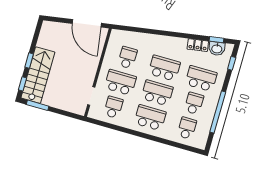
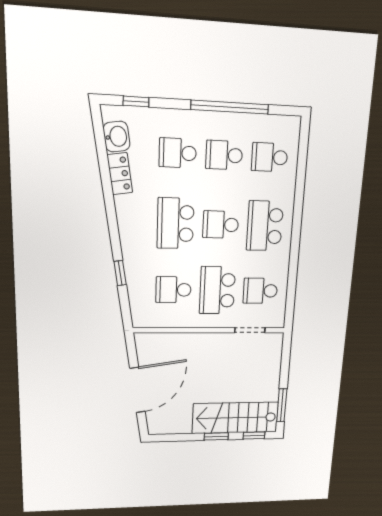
door: (87, 23) -> (138, 390), moved
window: (216, 40) -> (120, 273), moved
school desk: (201, 79) -> (178, 153), width x0.54
school desk: (157, 93) -> (221, 225), width x0.54

